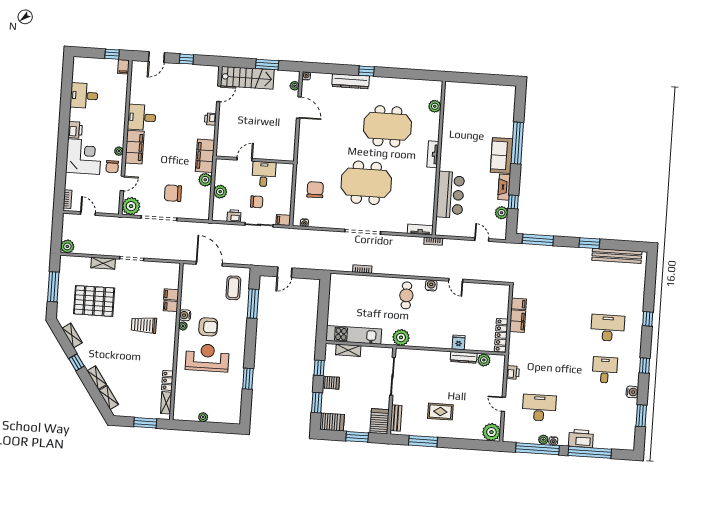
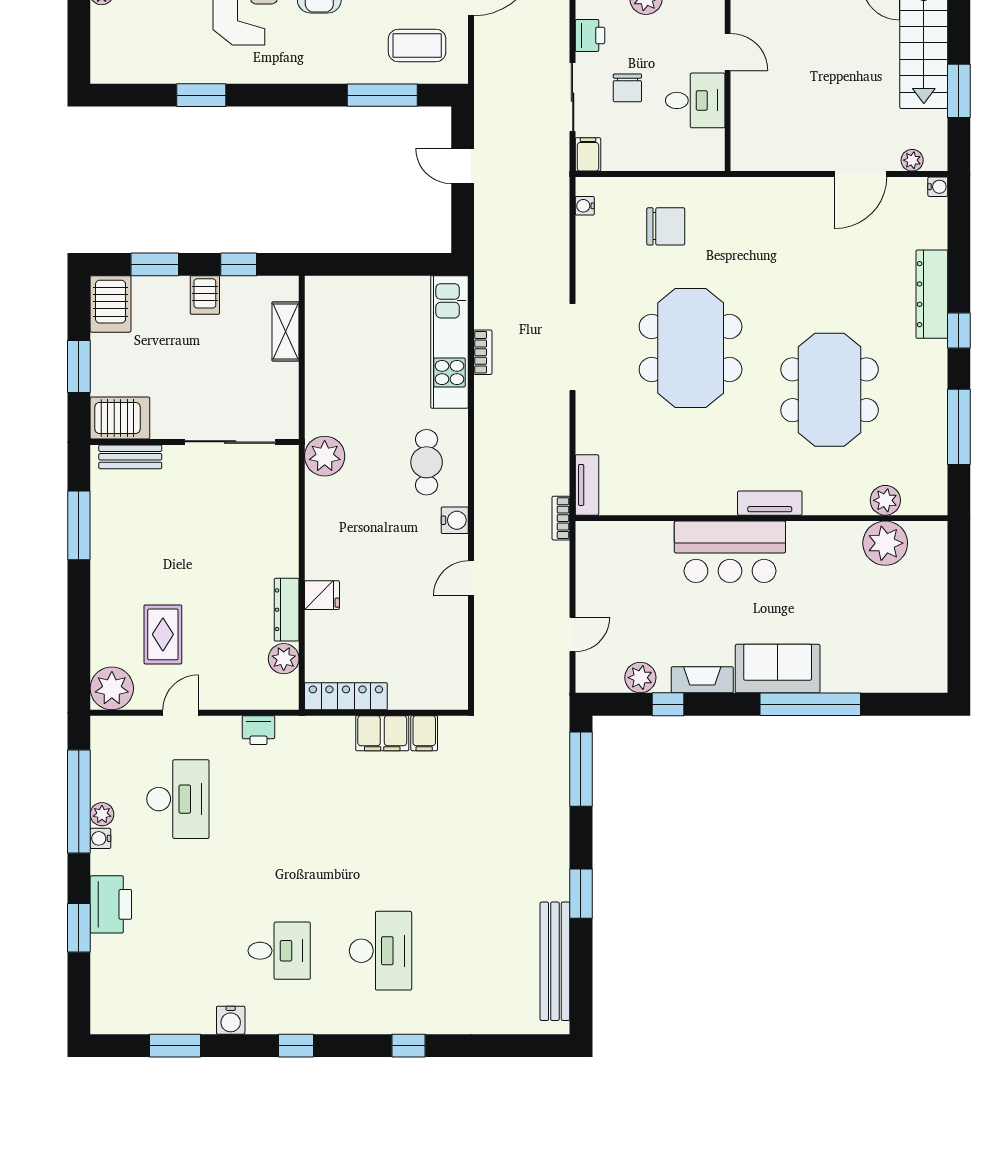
window: (406, 74) -> (959, 427), added
plant: (453, 107) -> (885, 543), added
bar counter: (450, 195) -> (730, 552), moved
cafe table: (406, 295) -> (427, 462), turned 90
kitchen unit: (354, 335) -> (449, 342), moved, turned 180
rug: (440, 412) -> (163, 634), moved
window: (590, 452) -> (79, 928), width x0.47

